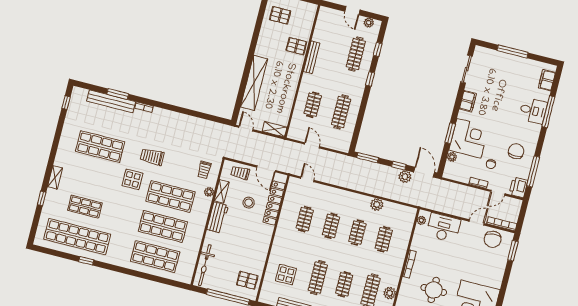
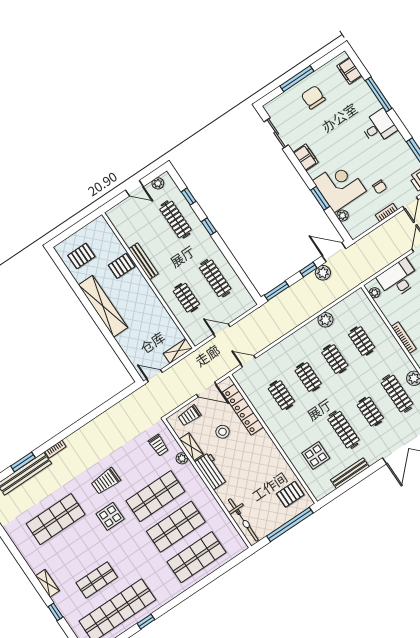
shelving: (254, 83) -> (103, 306), moved
desk: (533, 111) -> (379, 127), moved
chair: (516, 151) -> (313, 97), moved

